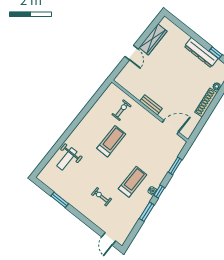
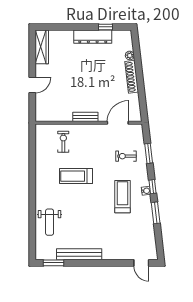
wardrobe: (153, 39) -> (42, 47), moved
door: (131, 53) -> (32, 85), hinge flipped
treadmill: (111, 141) -> (76, 176), turned -90
exercise bike: (102, 197) -> (126, 156), moved
bench: (70, 198) -> (79, 254), added
window: (60, 200) -> (54, 263), moved

